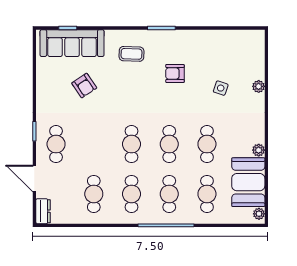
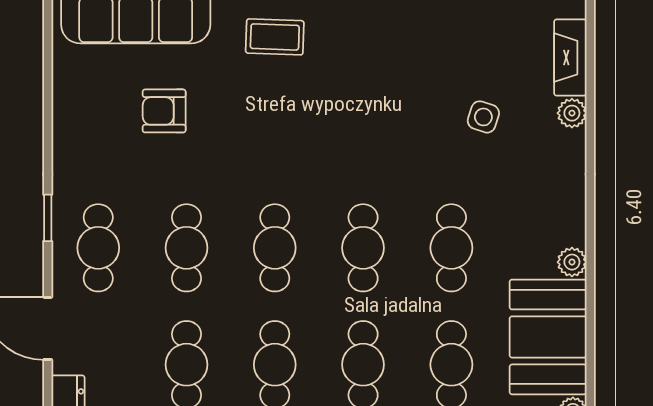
fireplace: (258, 63) -> (570, 58), added
armchair: (175, 73) -> (376, 83), removed
armchair: (84, 86) -> (164, 111), turned 124
cafe table: (94, 144) -> (187, 248), added

